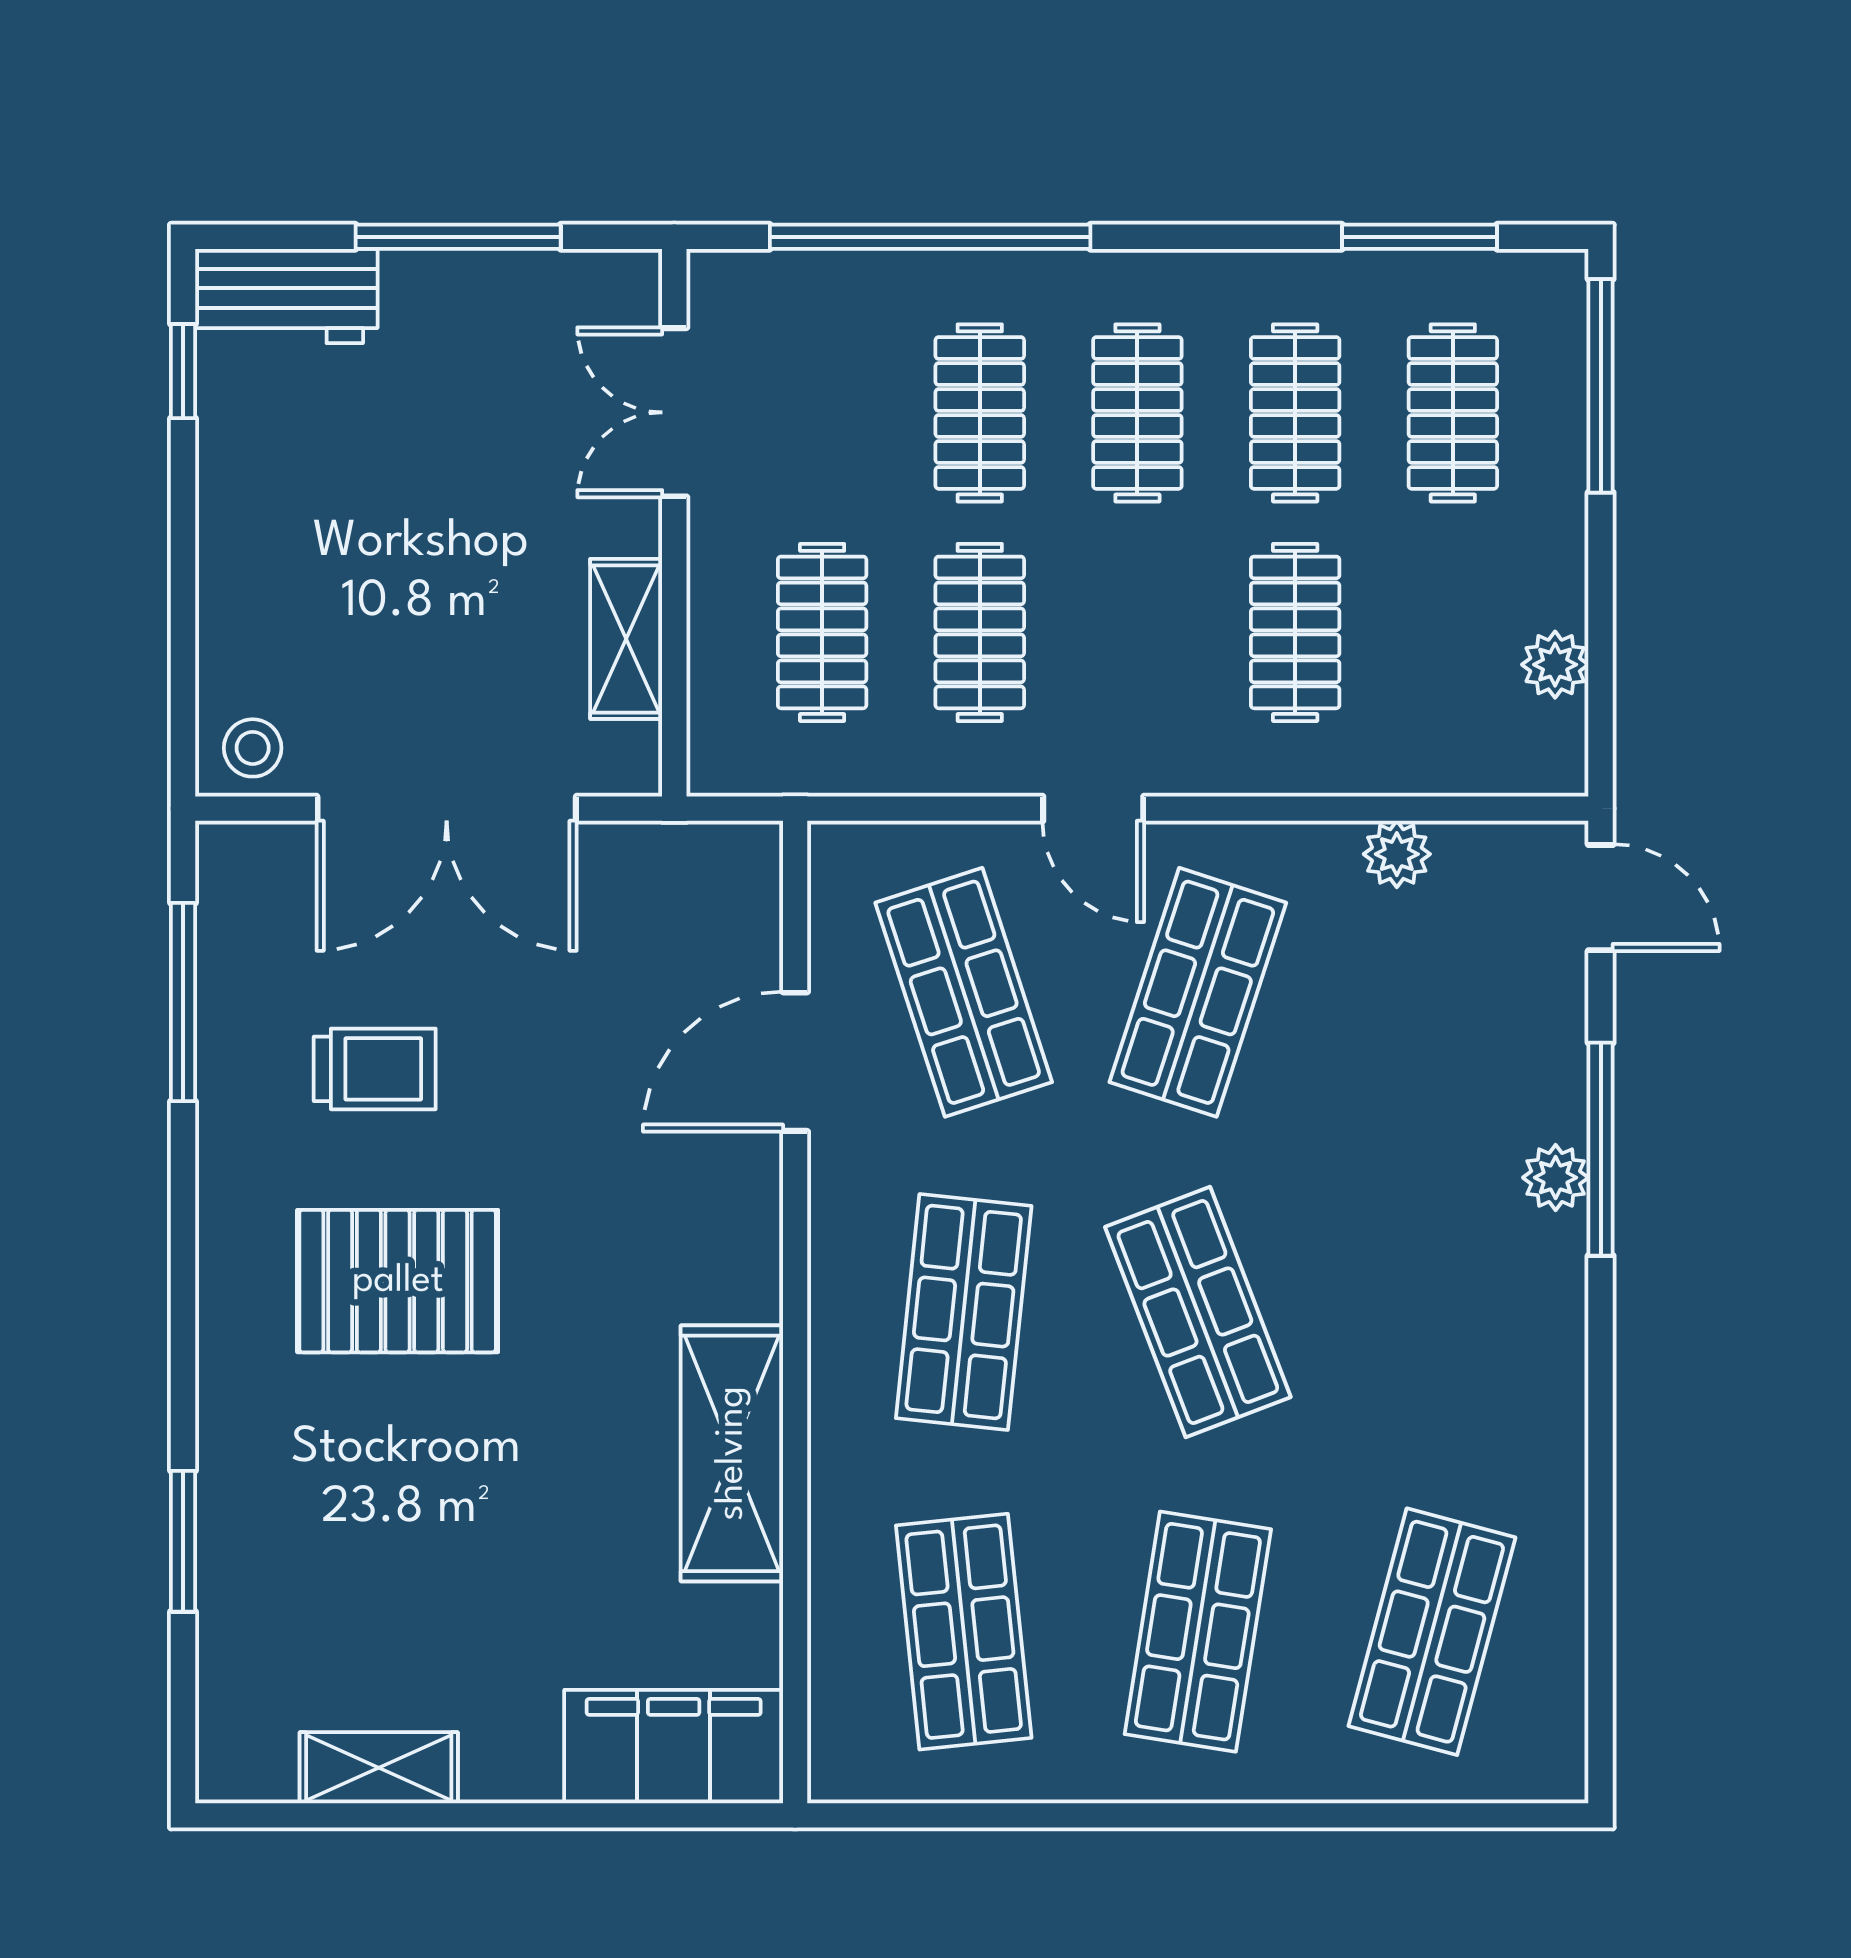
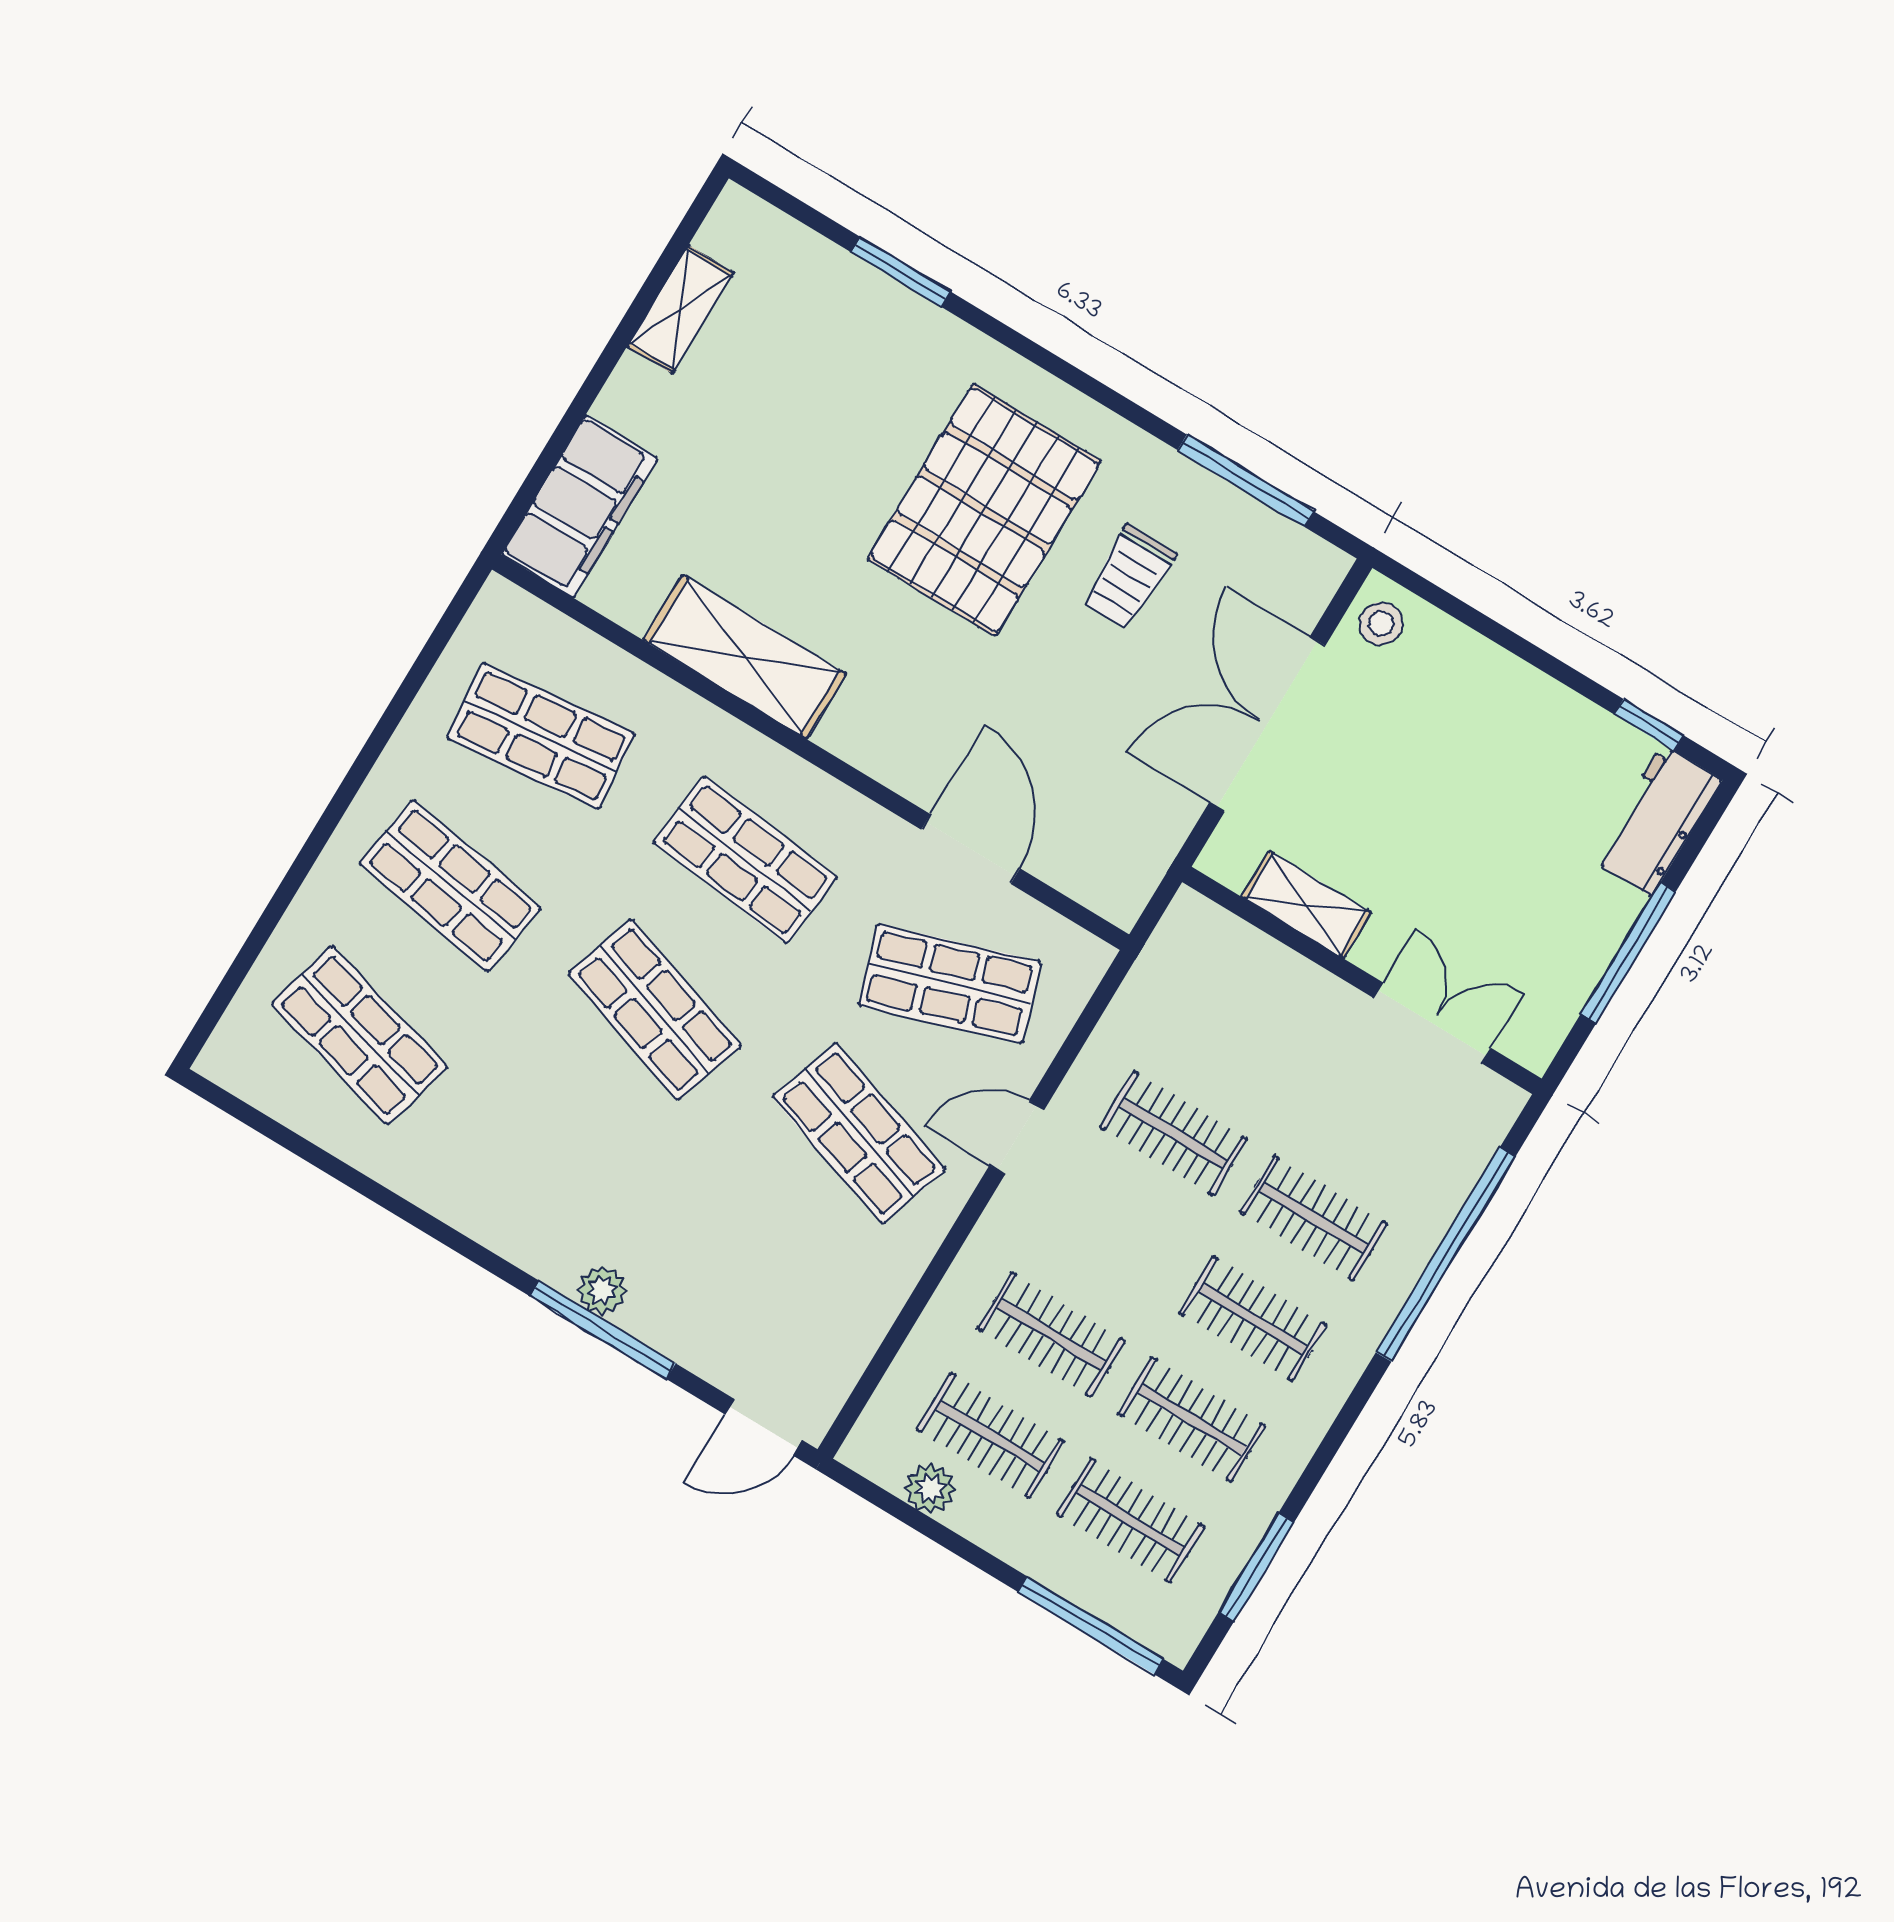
clothes rail: (822, 632) -> (990, 1435), moved
plant: (1397, 854) -> (870, 1314), removed
pallet: (398, 1281) -> (984, 510), width x1.37, depth x1.41
shop shelf: (1198, 1312) -> (655, 1009), turned 39

